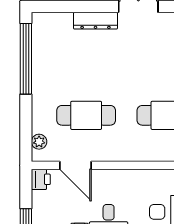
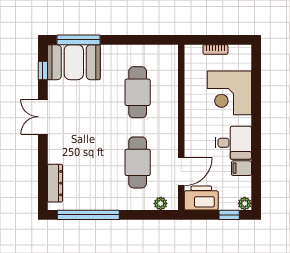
dresser: (95, 21) -> (55, 183), moved
printer: (41, 179) -> (201, 198), width x1.87, depth x1.48

